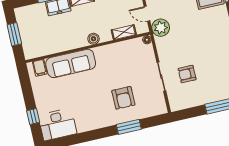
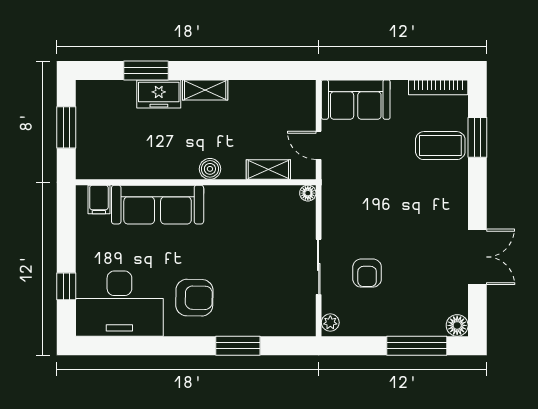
plant: (161, 28) -> (330, 323), moved, width x0.53, depth x0.53
armchair: (187, 74) -> (367, 273), turned -90
armchair: (123, 98) -> (194, 298), moved, turned -89
desk: (57, 124) -> (119, 304), width x1.36, depth x1.30

